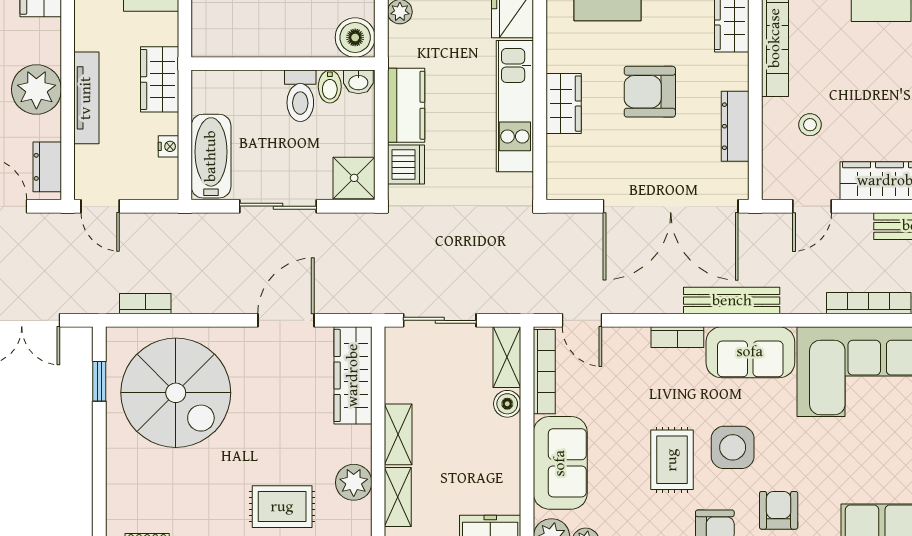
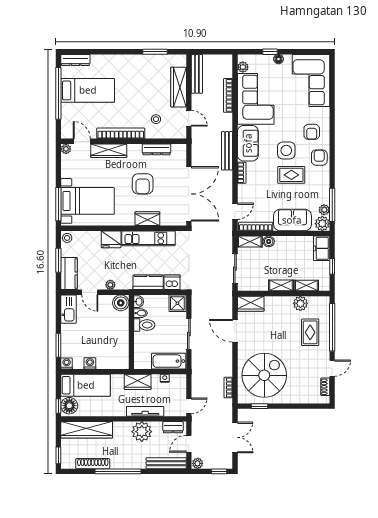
double door: (671, 206) -> (189, 194), moved
wardrobe: (353, 375) -> (251, 304), width x0.67
armchair: (779, 510) -> (312, 132), turned -90

